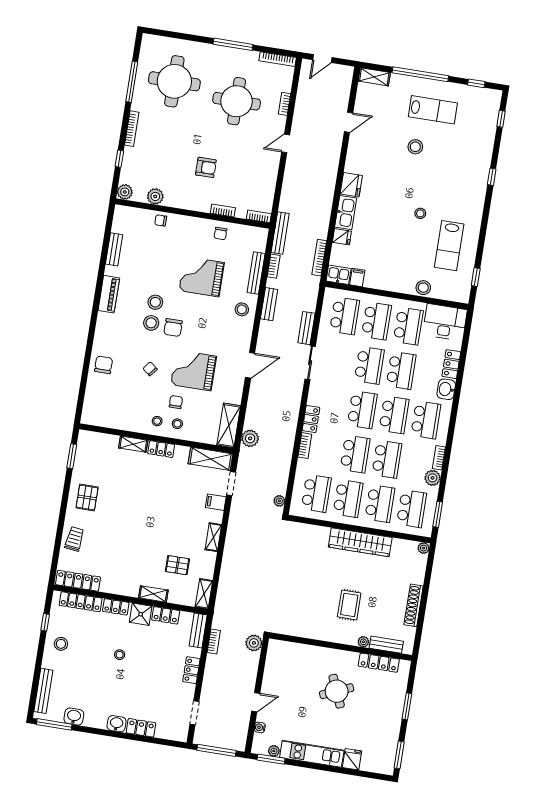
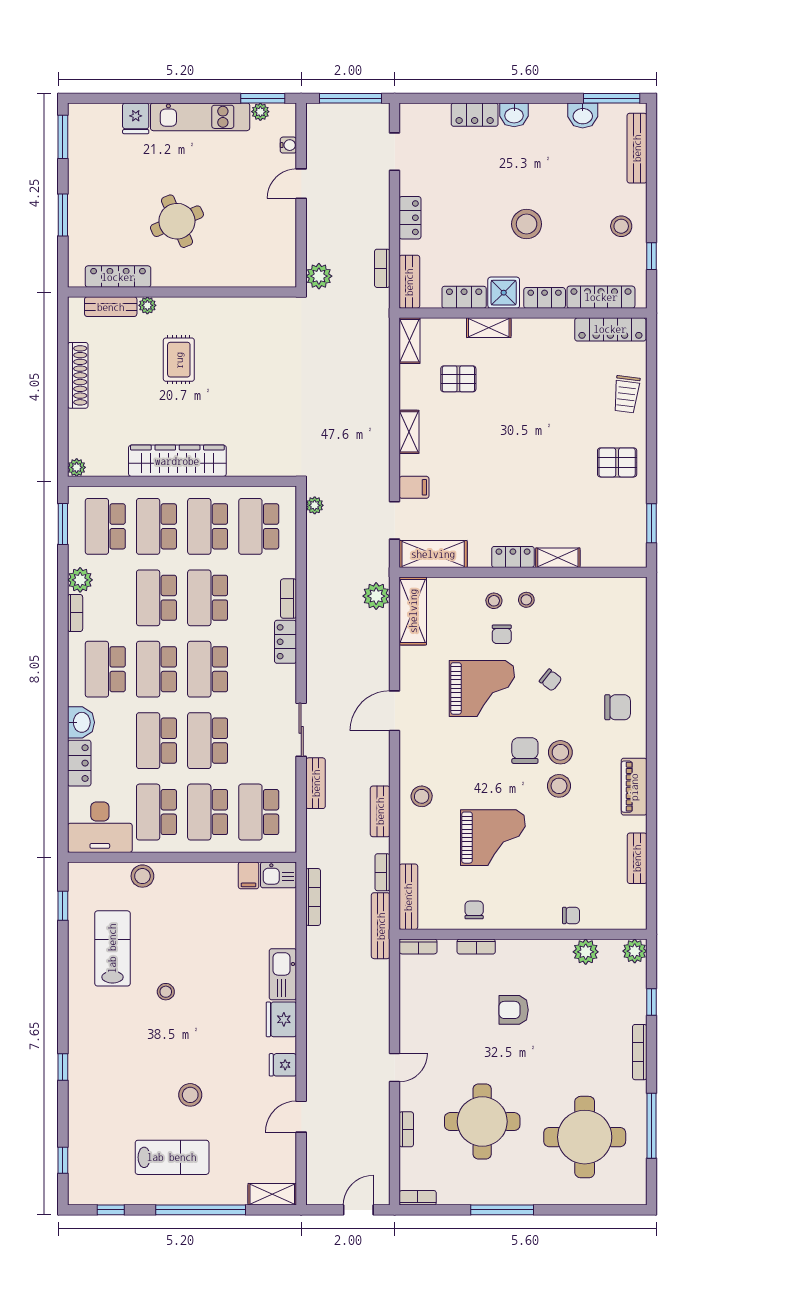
bookcase: (278, 59) -> (418, 1198), width x0.64
lab bench: (433, 110) -> (172, 1157), turned 180
fridge: (342, 237) -> (283, 1065), moved
bench: (256, 273) -> (408, 897), moved
chair: (104, 365) -> (618, 707), moved, turned -90
pallet: (87, 497) -> (617, 462), turned 90
stool: (120, 655) -> (527, 224), width x1.89, depth x1.89

